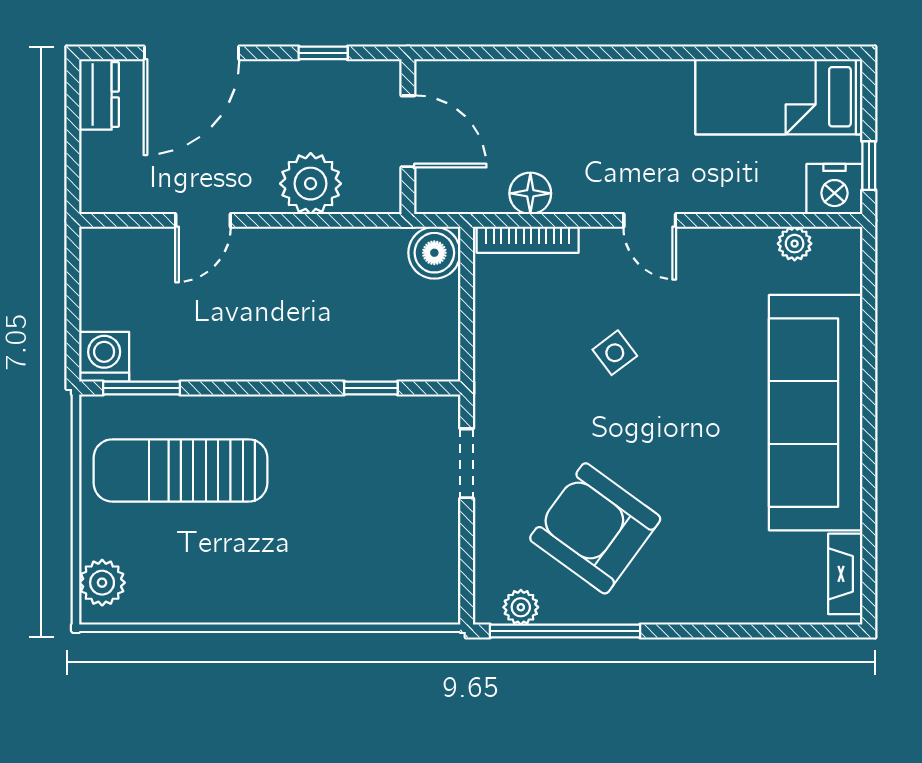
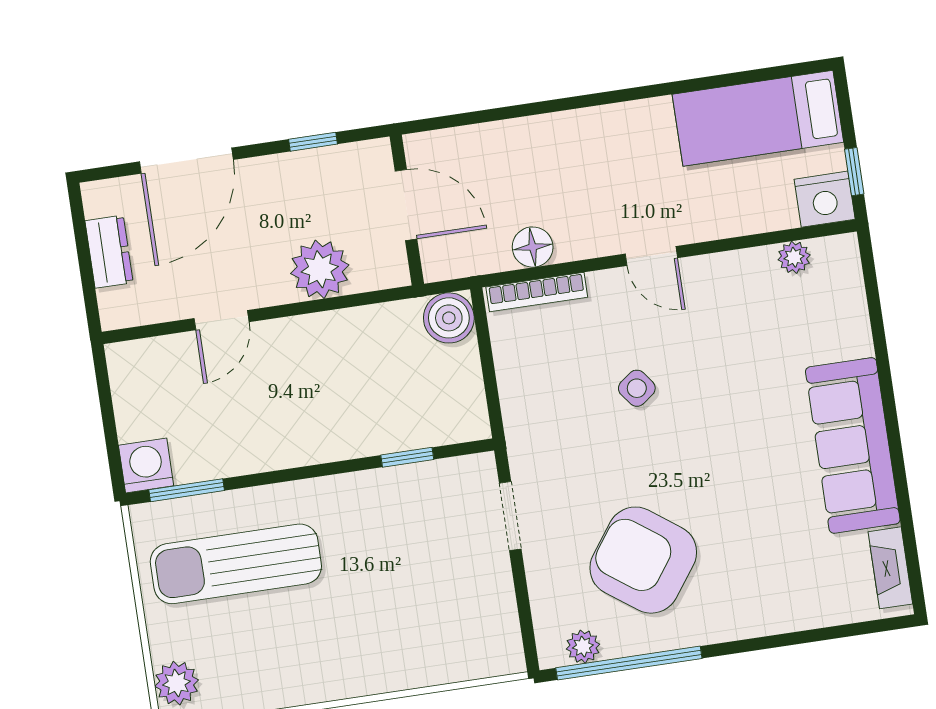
dresser: (99, 94) -> (109, 252), moved
sofa: (816, 413) -> (853, 445), width x0.74, depth x0.79

